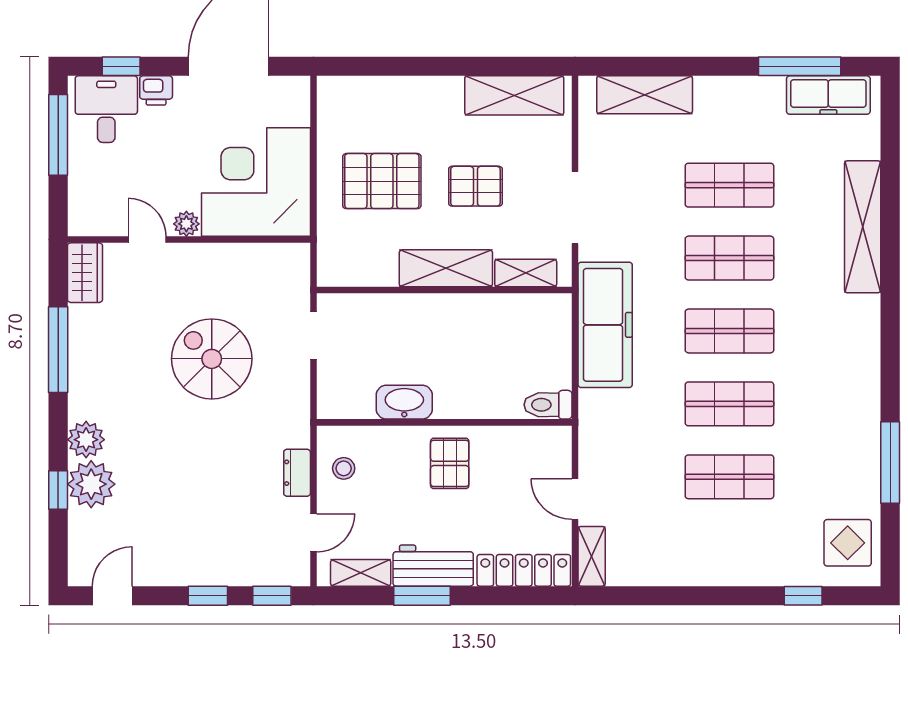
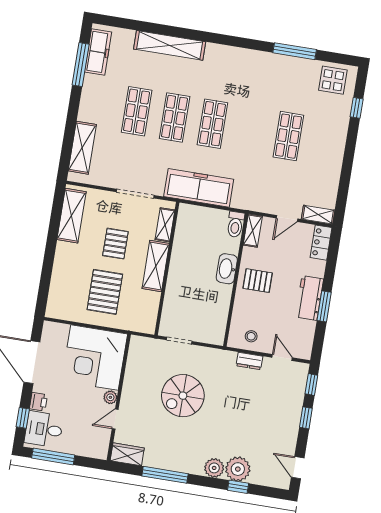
washbasin: (404, 402) -> (227, 269), moved
shop shelf: (729, 404) -> (250, 130), removed
locker: (524, 570) -> (321, 243), width x0.66
shelving: (361, 573) -> (253, 231), moved

